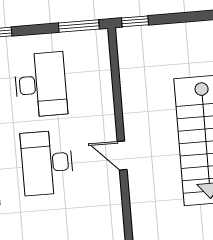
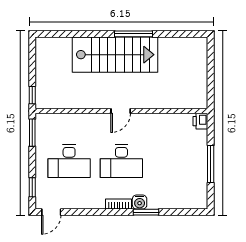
desk: (41, 85) -> (69, 161), turned 180

